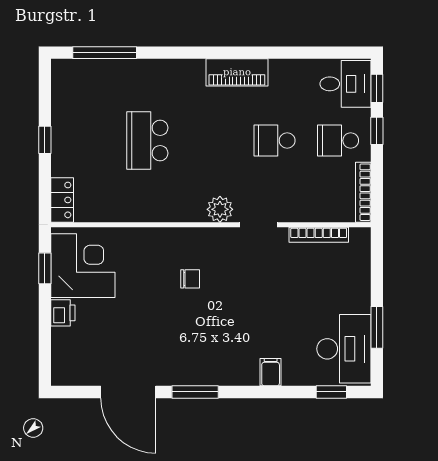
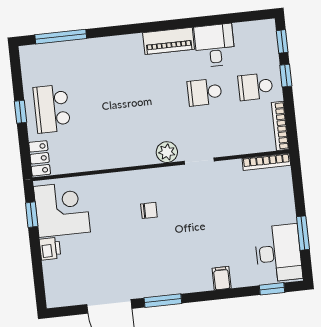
desk: (345, 84) -> (215, 45), moved, turned -90
school desk: (147, 141) -> (52, 109), moved
bookcase: (319, 235) -> (266, 162), moved

